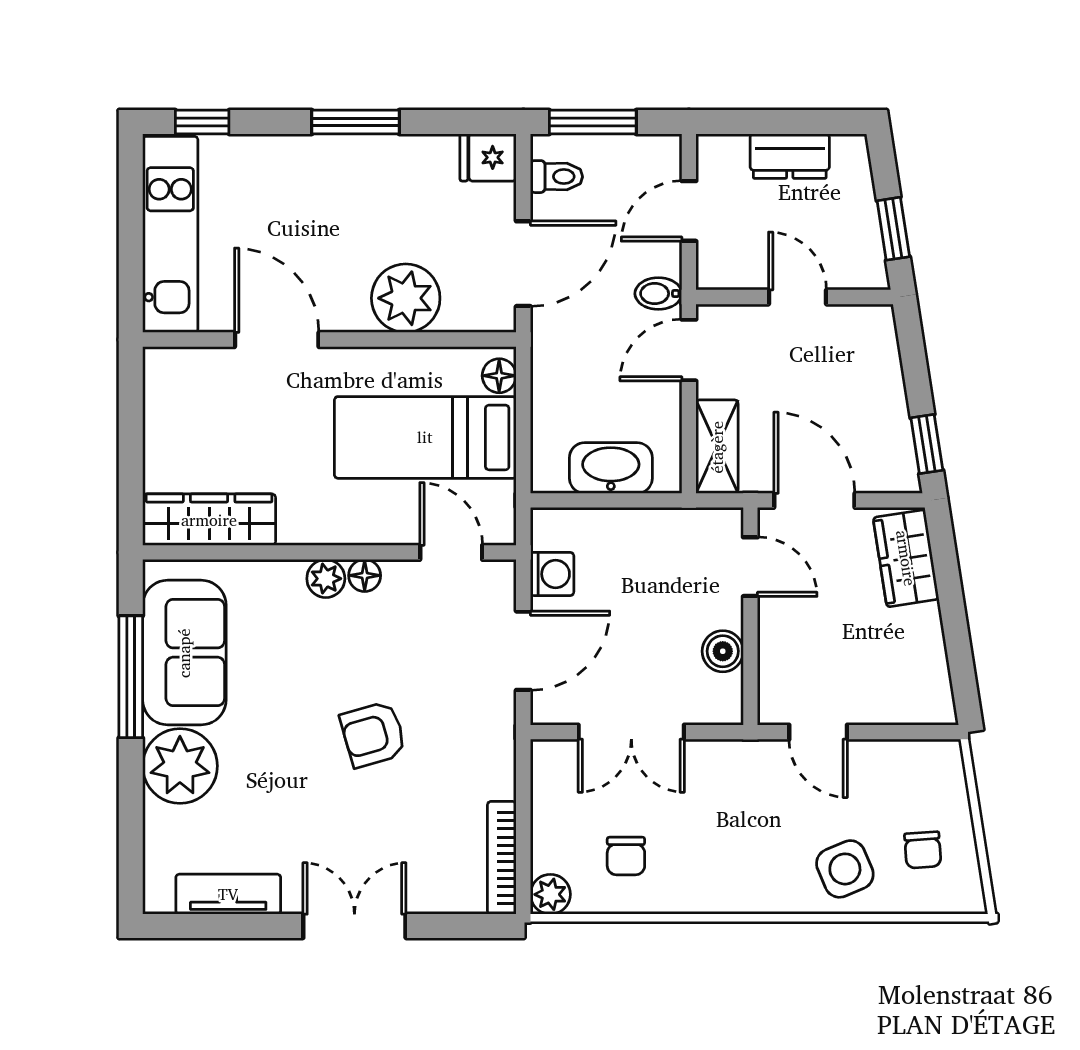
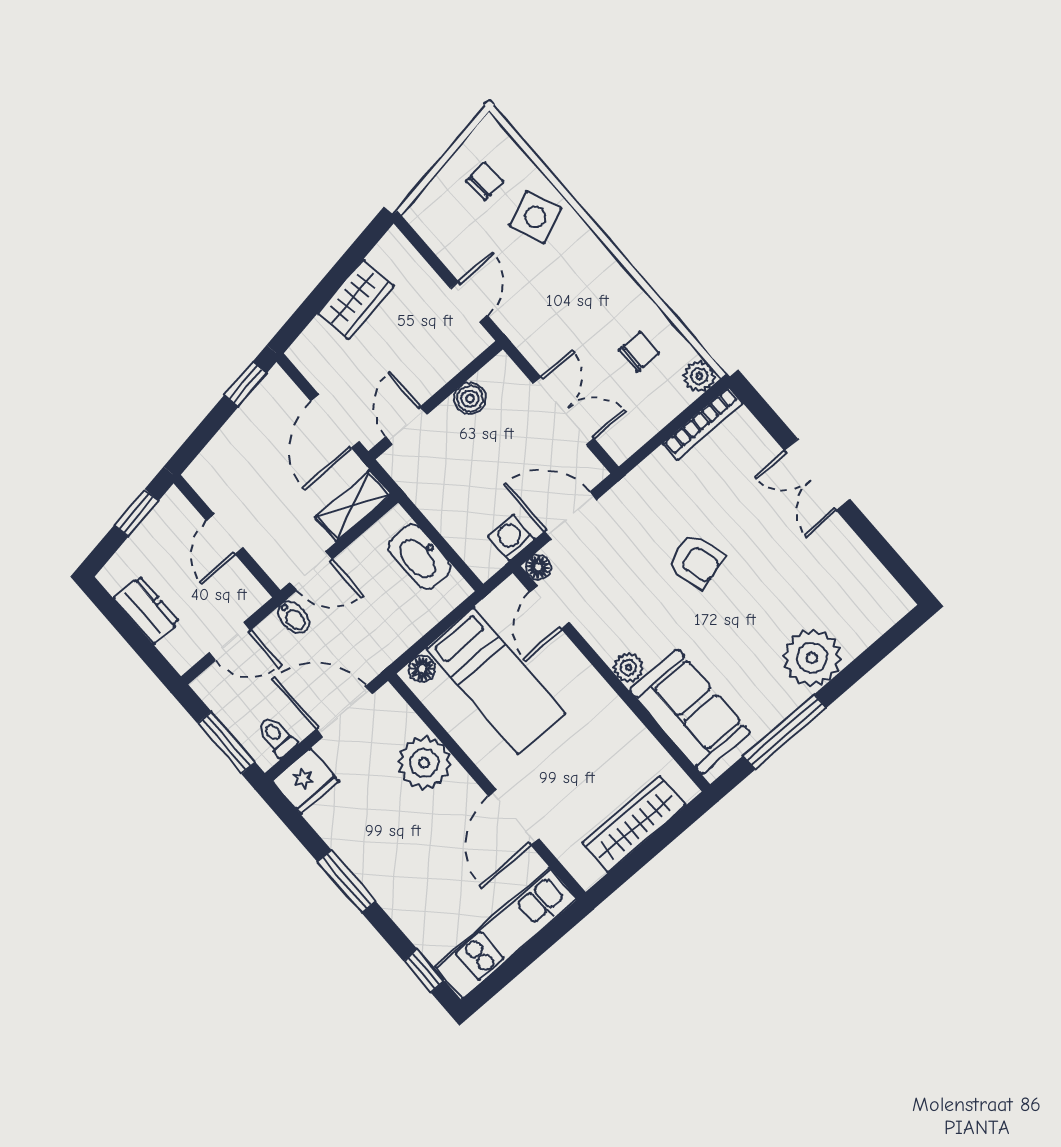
fridge: (488, 157) -> (305, 781), width x1.38
wardrobe: (209, 520) -> (634, 824), moved, turned 90
wardrobe: (906, 558) -> (356, 300), moved
floor lamp: (365, 575) -> (538, 567), moved
sofa: (184, 653) -> (690, 712), moved, turned 90
tv unit: (228, 894) -> (862, 565), removed

